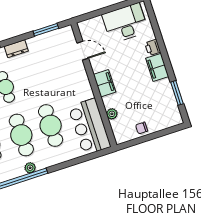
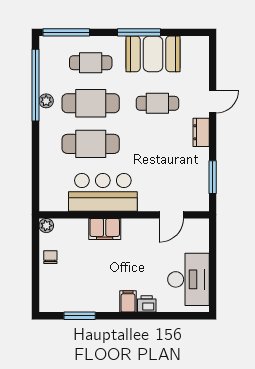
filing cabinet: (157, 67) -> (128, 301), width x0.50
filing cabinet: (105, 83) -> (105, 229), moved
plant: (112, 114) -> (46, 226), moved
bar counter: (90, 127) -> (103, 192), moved

